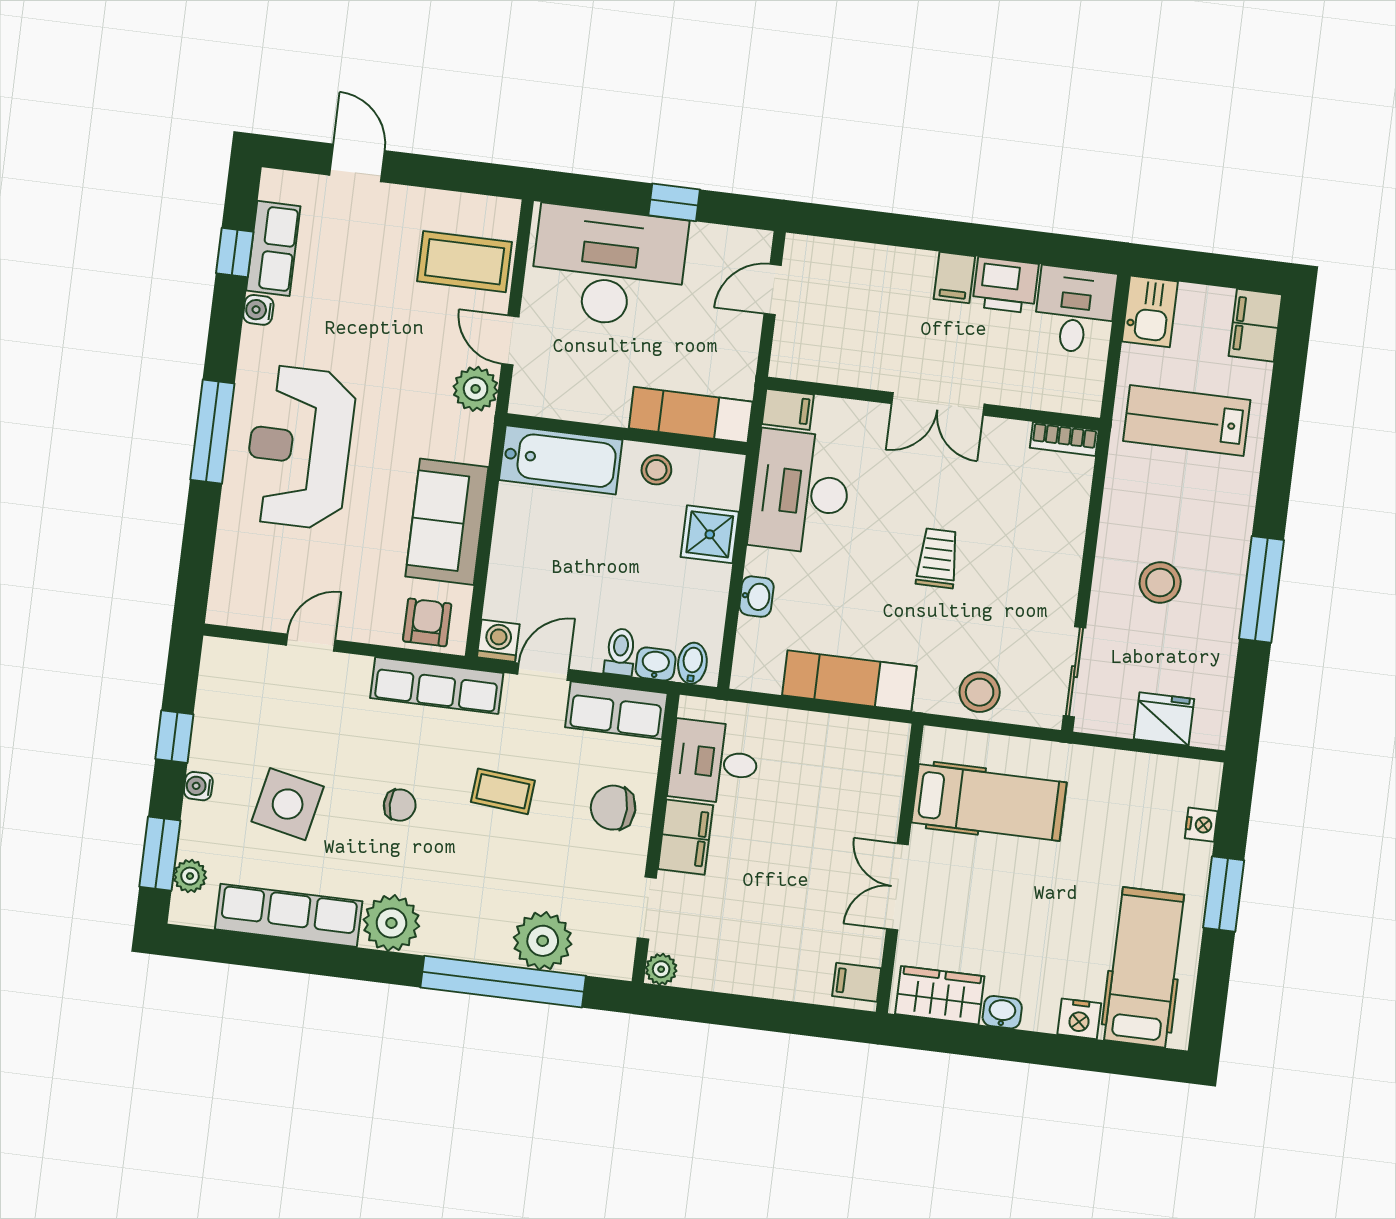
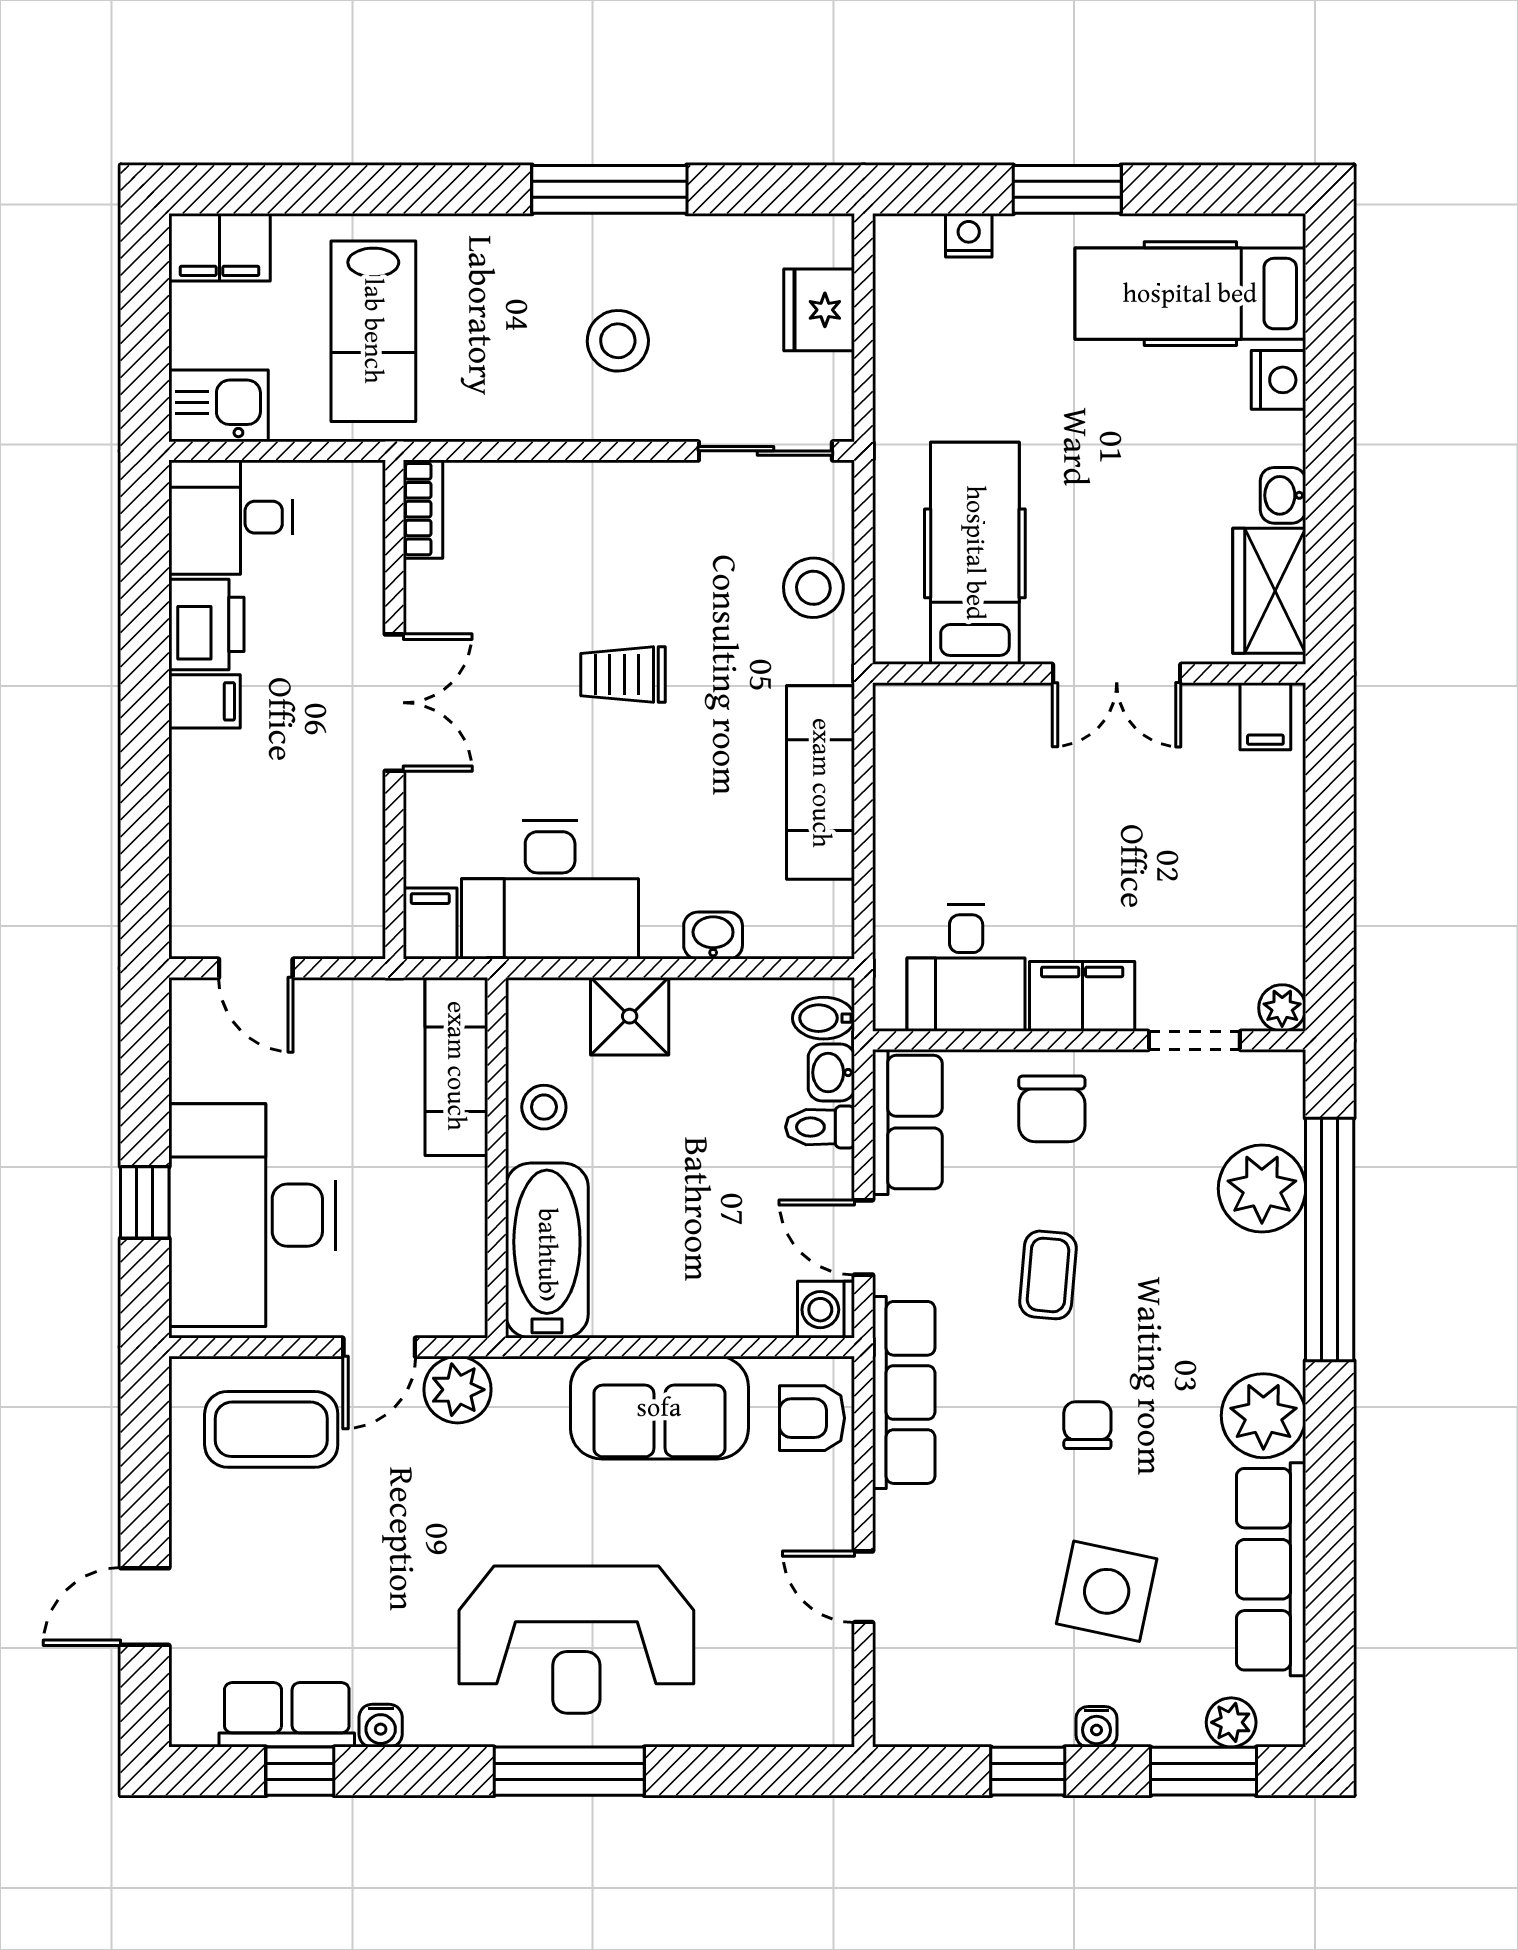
window: (674, 202) -> (145, 1202), moved
coffee table: (465, 262) -> (271, 1429), turned 90

